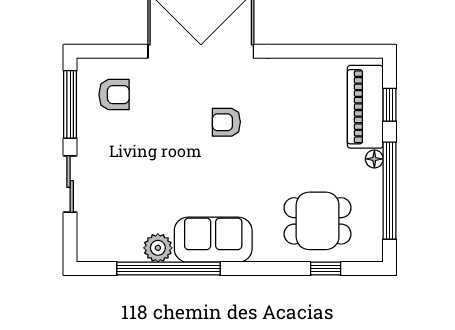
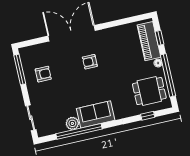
armchair: (114, 95) -> (43, 74), moved
sliding door: (70, 184) -> (31, 118), moved
dining table: (318, 221) -> (149, 91), moved

